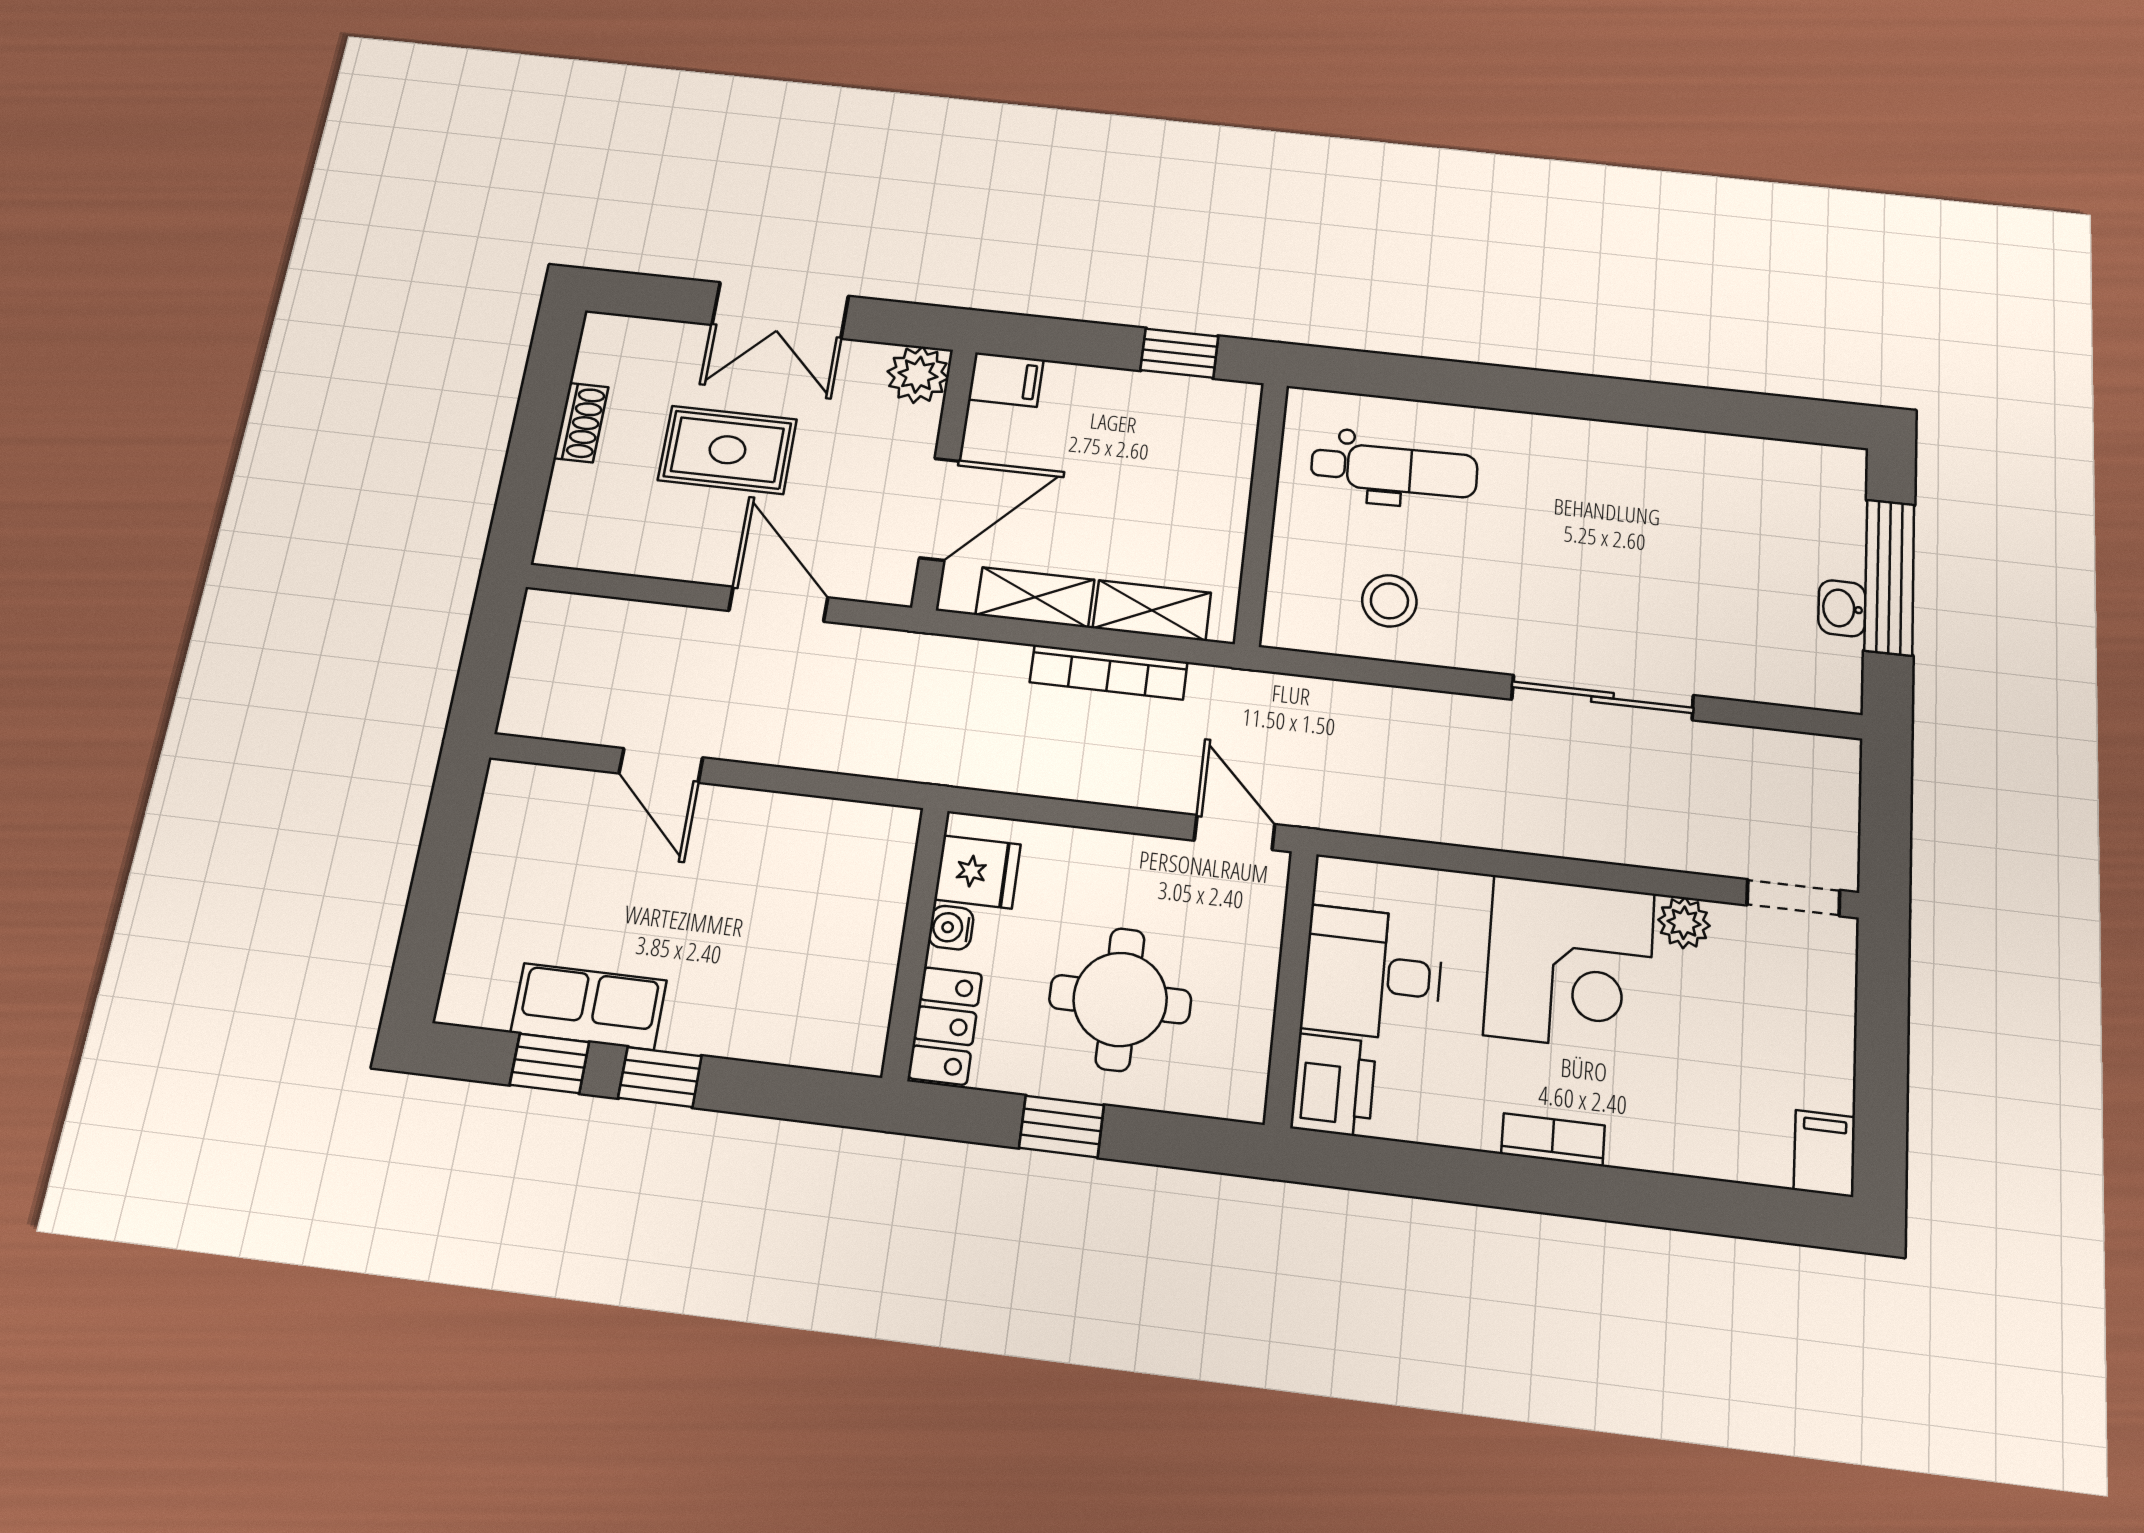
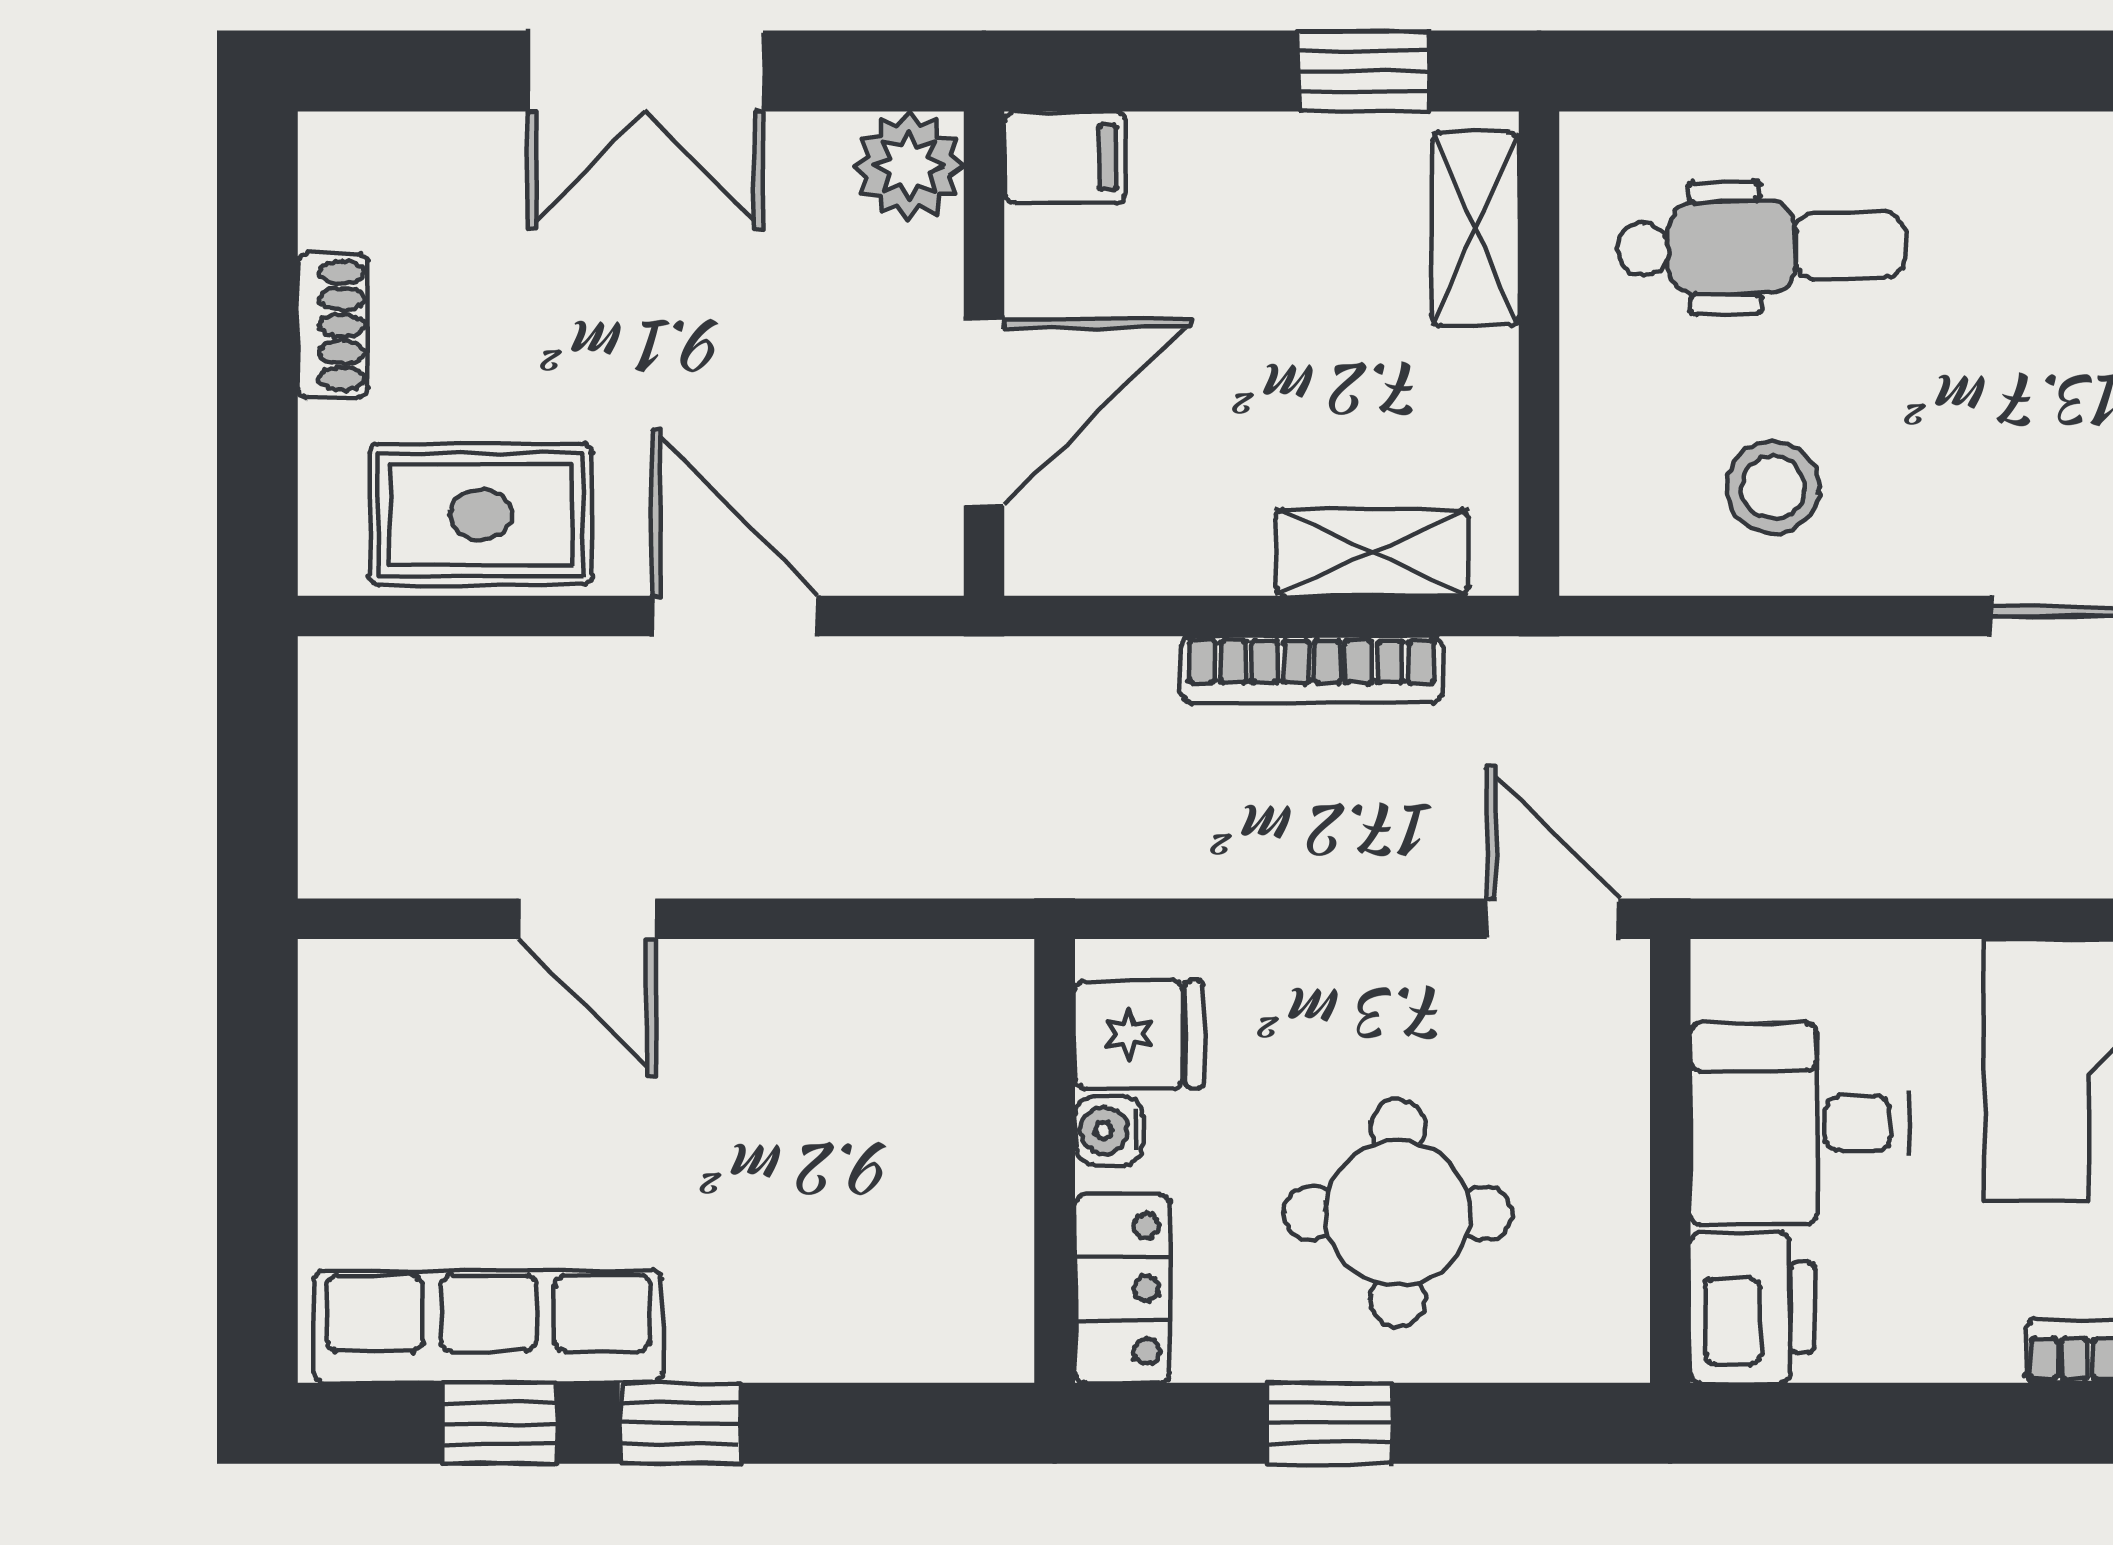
rug: (727, 450) -> (481, 515), moved
shelving: (1035, 597) -> (1475, 229), moved, turned 90
row of seats: (589, 1006) -> (488, 1327), width x1.48

